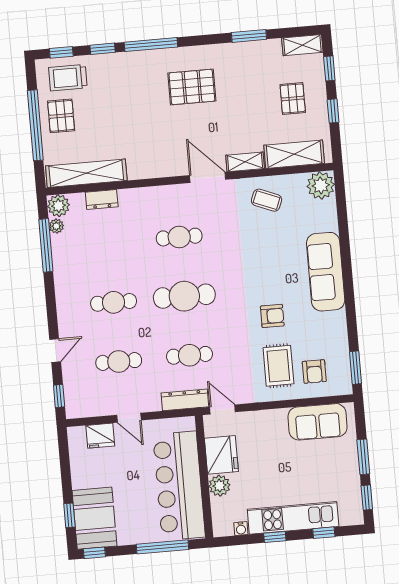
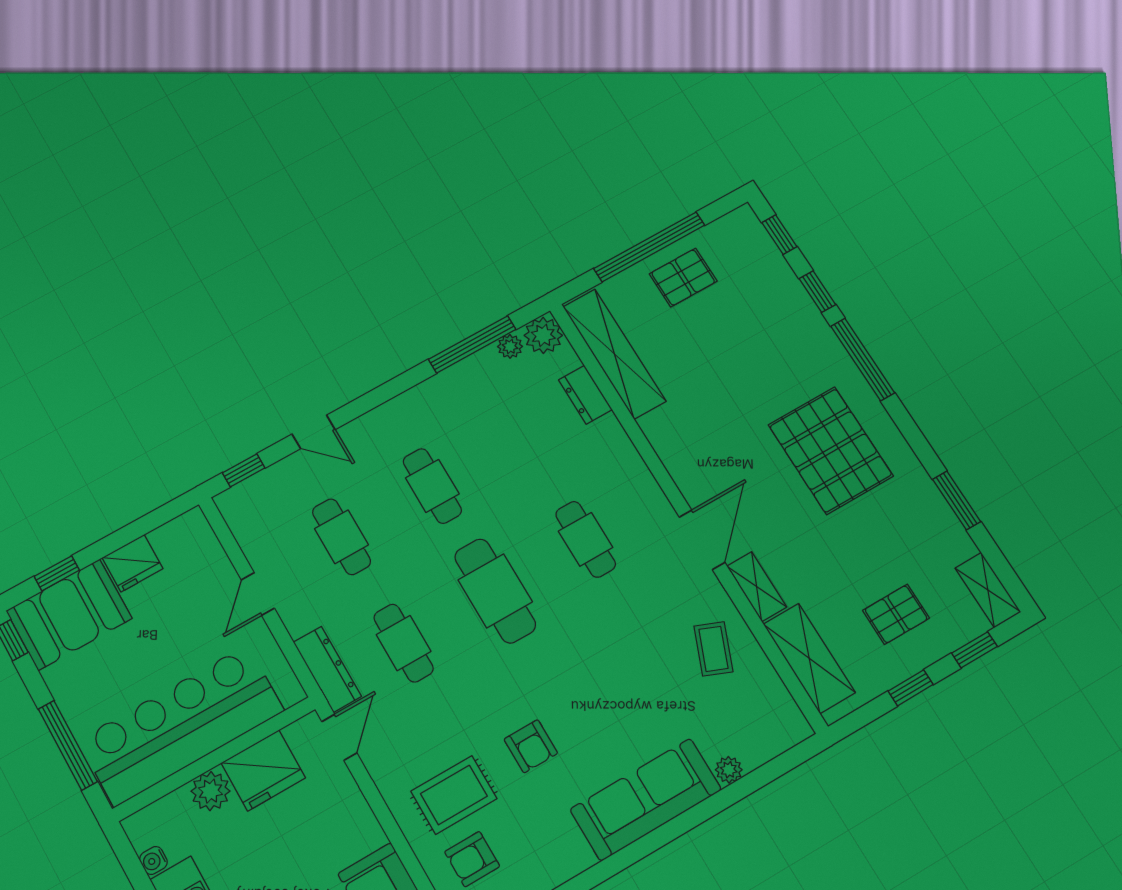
trolley: (68, 78) -> (746, 261), removed
pallet: (192, 87) -> (831, 450), width x1.37, depth x1.41
plant: (321, 185) -> (729, 770), moved, width x0.53, depth x0.53
fridge: (100, 436) -> (133, 563), moved, turned -90

